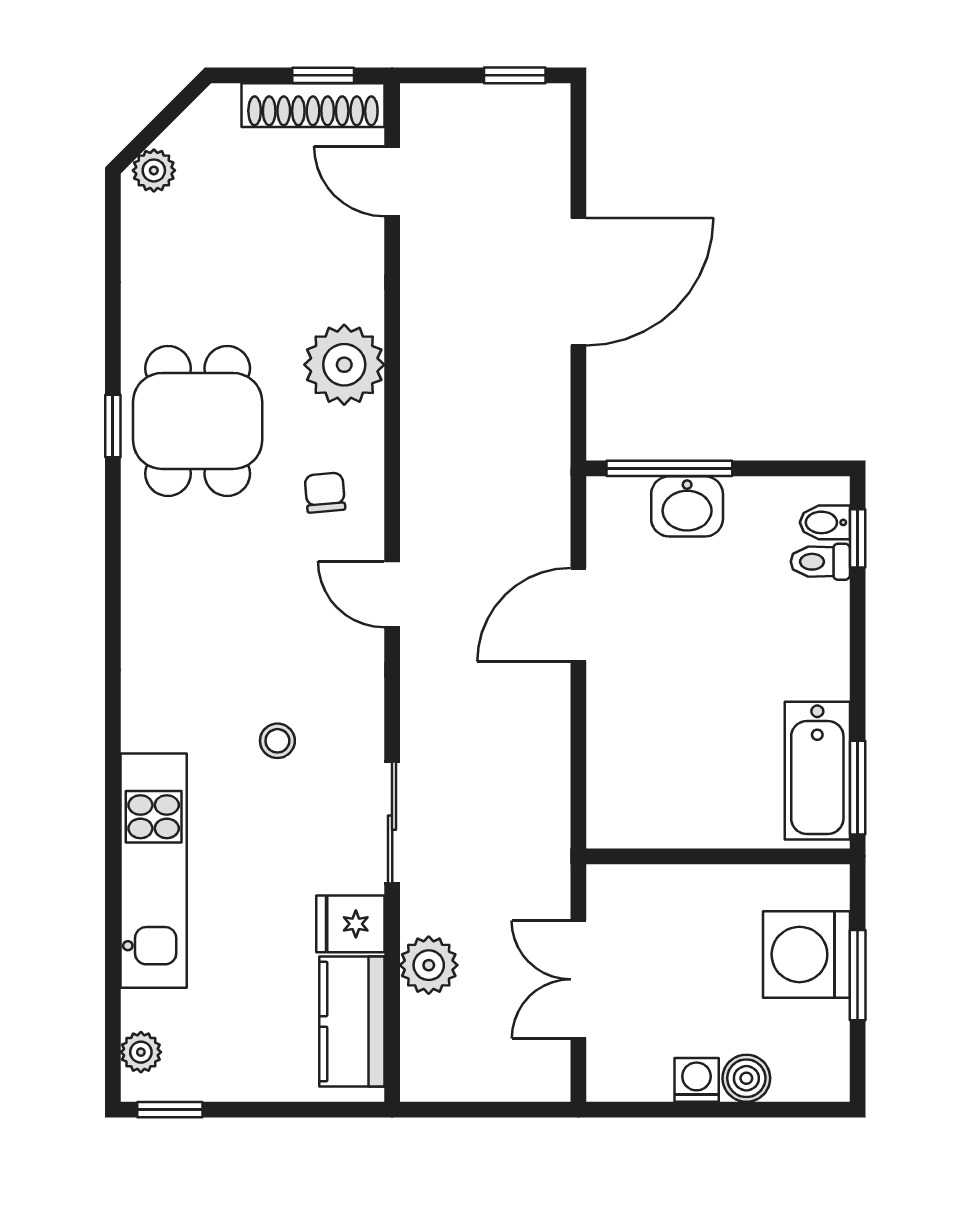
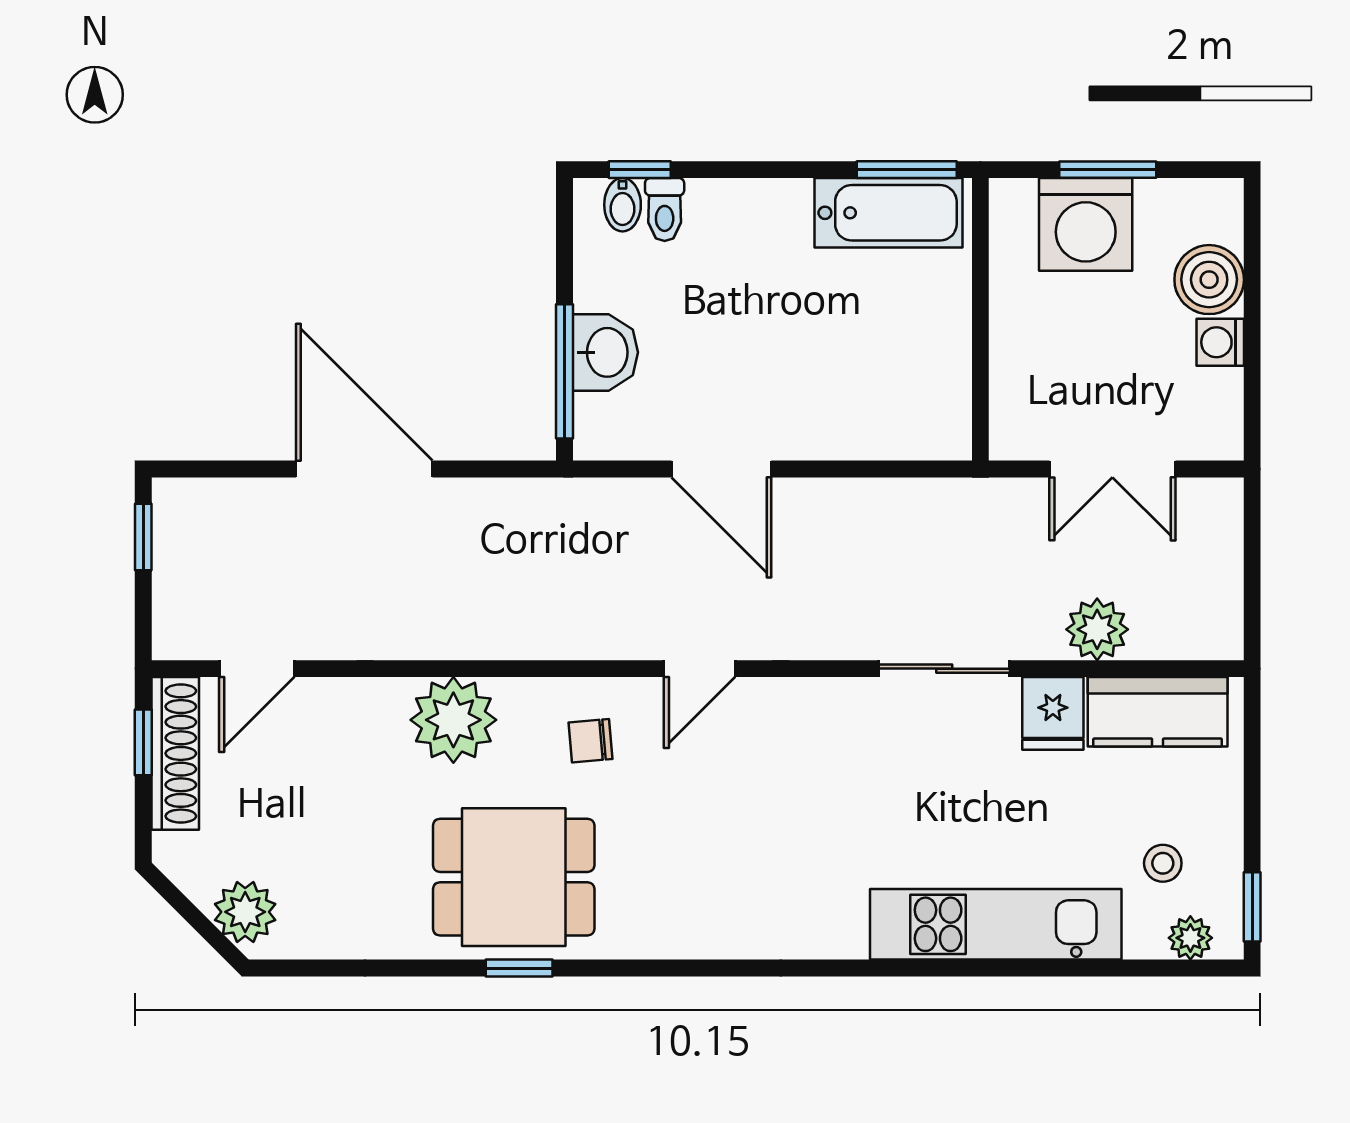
plant: (154, 170) -> (245, 912), width x1.38, depth x1.38
stool: (277, 741) -> (1163, 863), moved
boiler: (746, 1078) -> (1209, 280), width x1.36, depth x1.36

